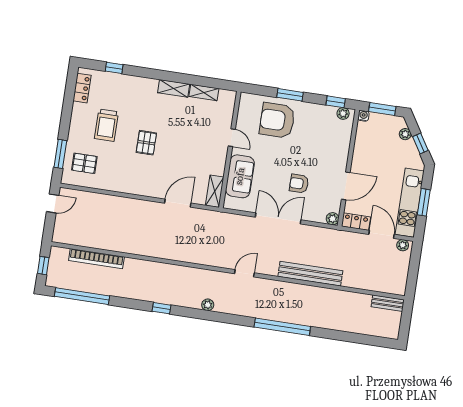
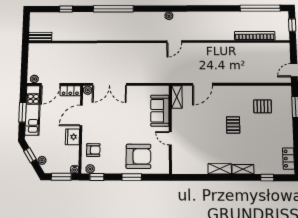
shelving: (204, 93) -> (243, 169), moved
trolley: (106, 125) -> (265, 133), removed
fridge: (361, 159) -> (72, 137), added
pallet: (84, 163) -> (263, 106), moved
armchair: (299, 184) -> (93, 150), moved
double door: (278, 218) -> (109, 84), moved
door: (382, 234) -> (51, 84), hinge flipped
door: (244, 273) -> (174, 42), moved
bench: (310, 274) -> (98, 49), removed
window: (162, 308) -> (66, 9), moved

